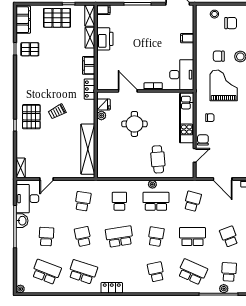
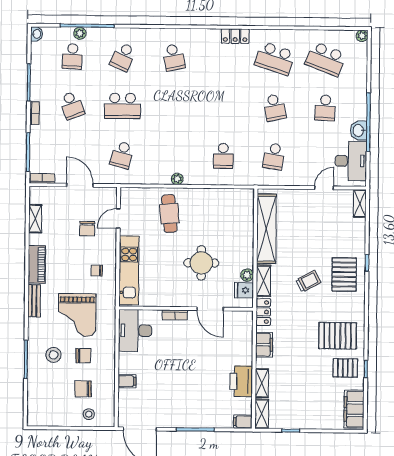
pallet: (57, 18) -> (338, 336), moved
chair: (231, 23) -> (83, 389), moved
shelving: (89, 112) -> (263, 281), added
chair: (203, 140) -> (87, 229), moved
school desk: (156, 201) -> (173, 155), removed
school desk: (119, 237) -> (224, 107), removed
school desk: (156, 237) -> (173, 106), removed
school desk: (192, 272) -> (123, 57), width x0.54

